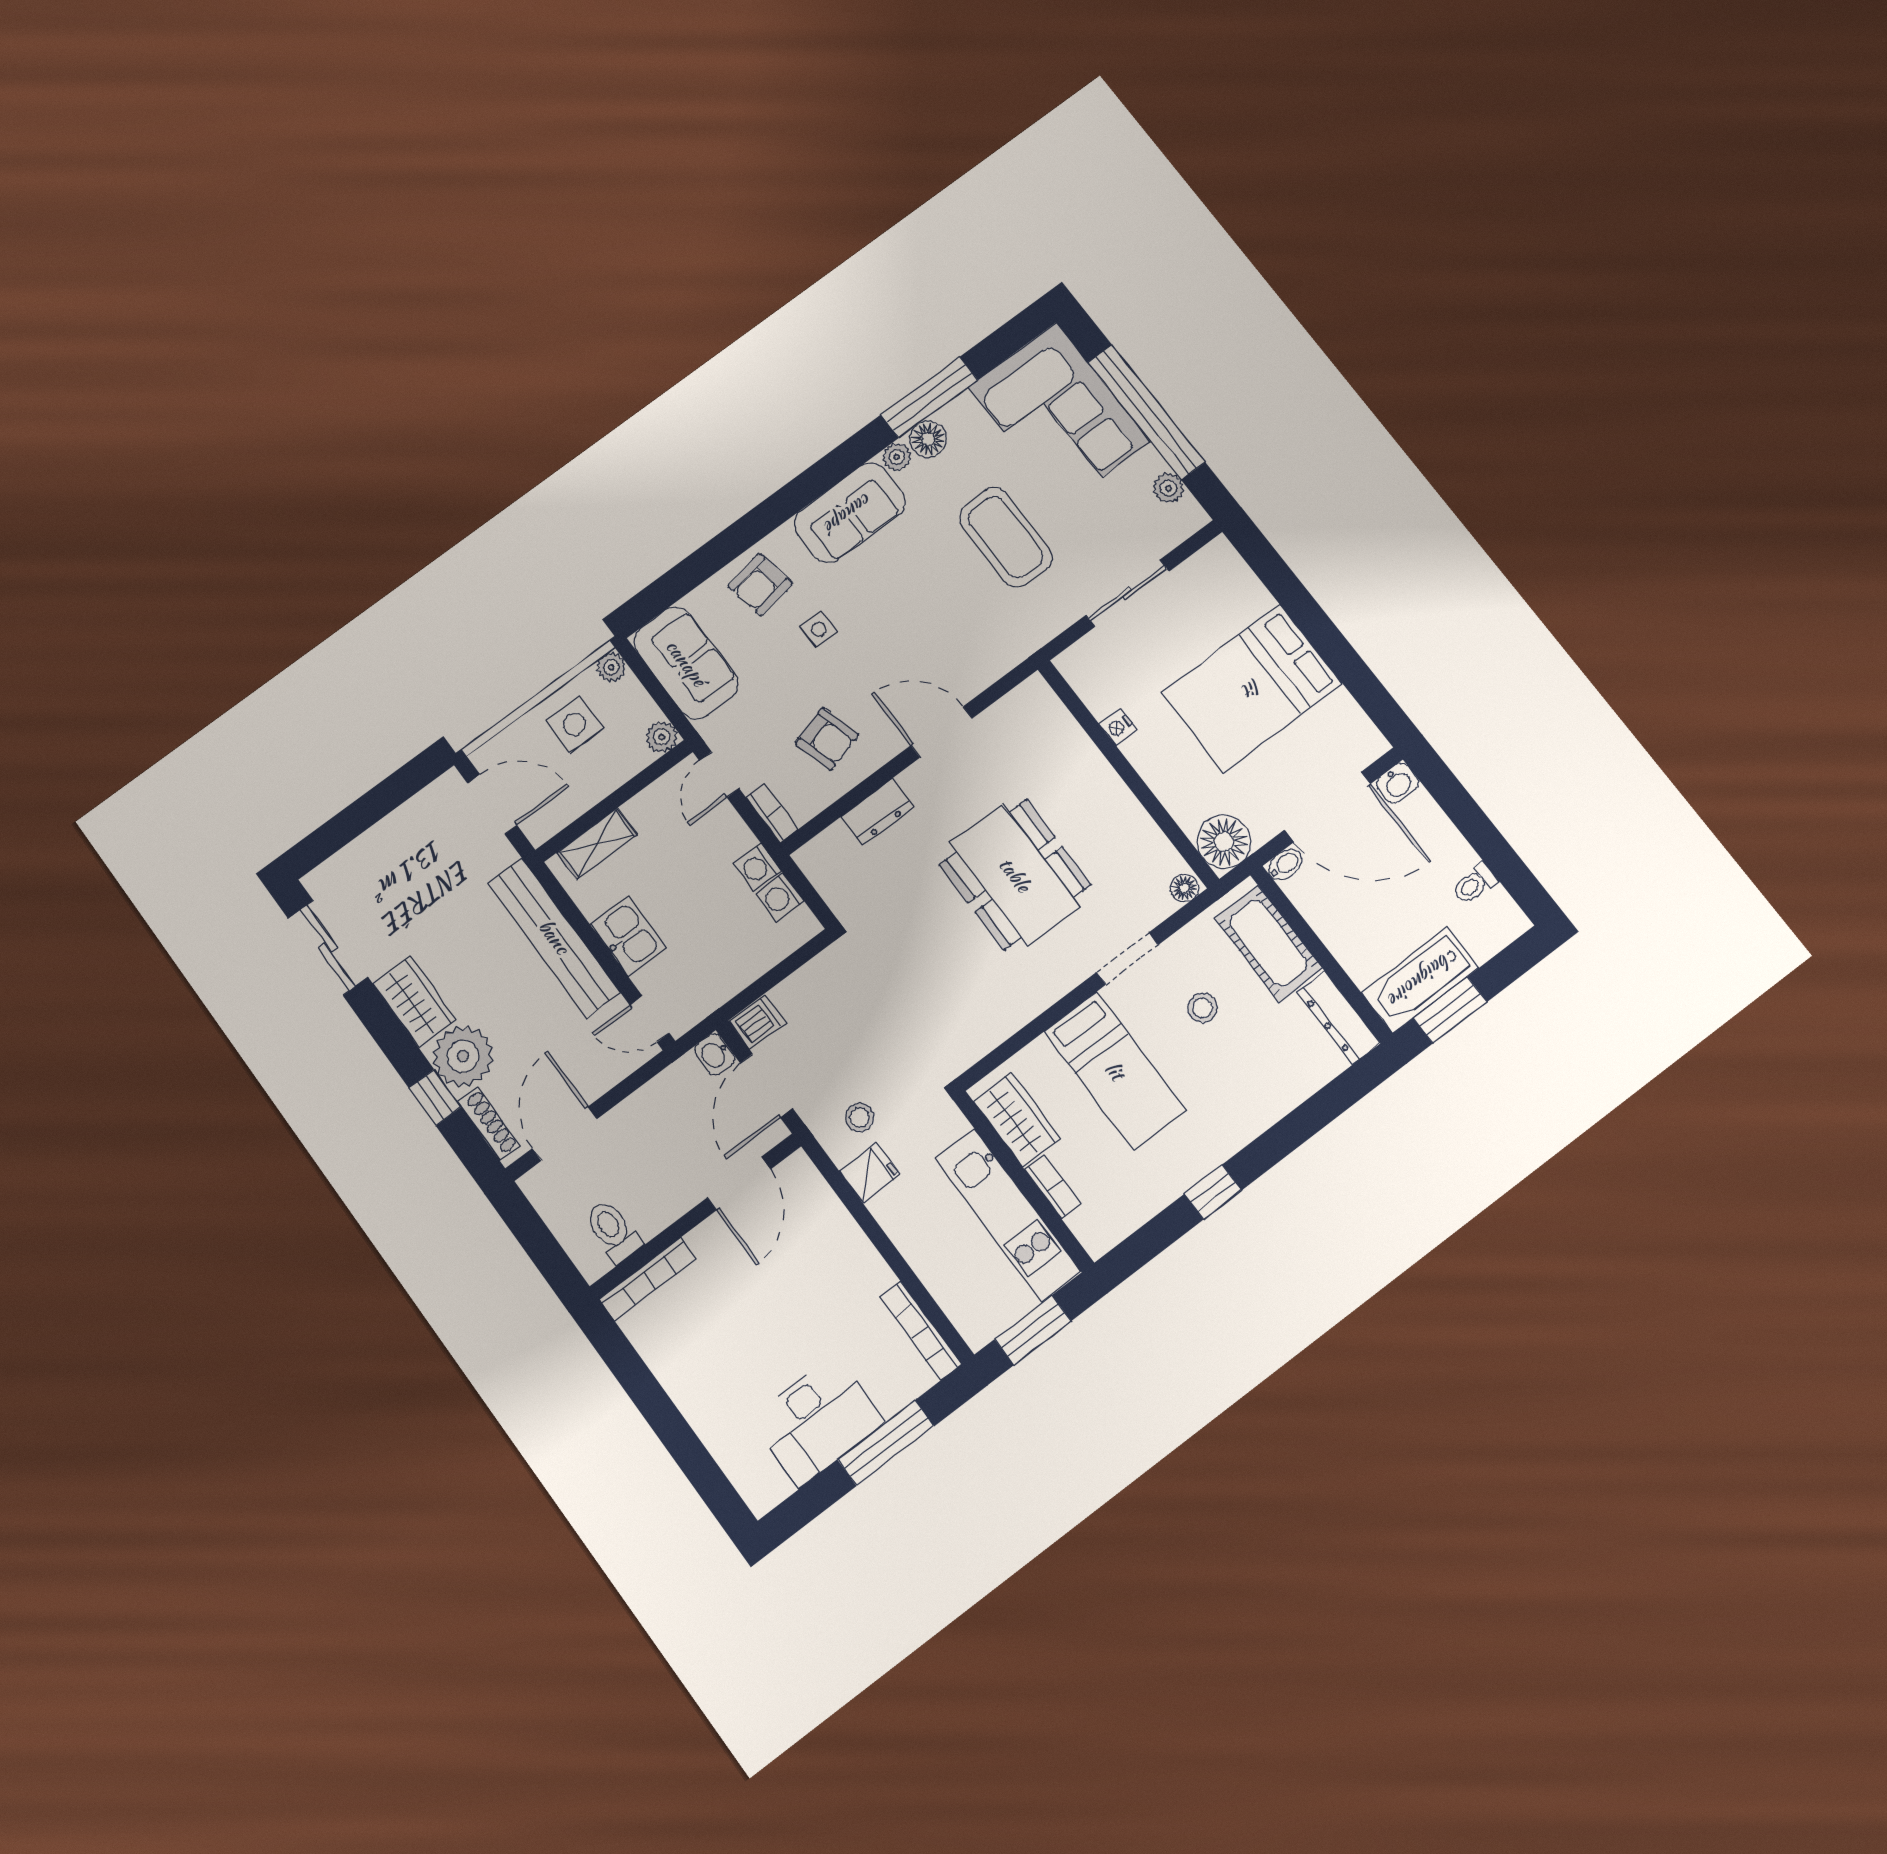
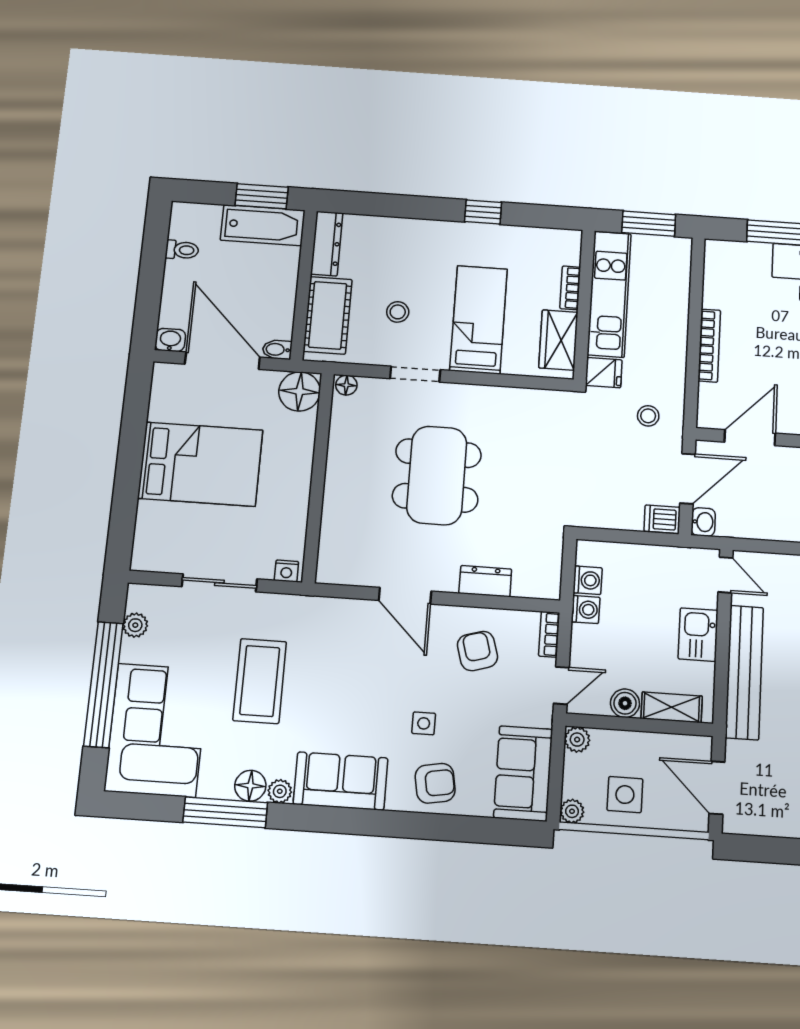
nightstand: (1118, 727) -> (286, 571), moved, turned 90
boiler: (645, 810) -> (625, 703), added
fridge: (870, 1173) -> (604, 373), moved, turned 180
bookcase: (921, 1330) -> (709, 346), moved

